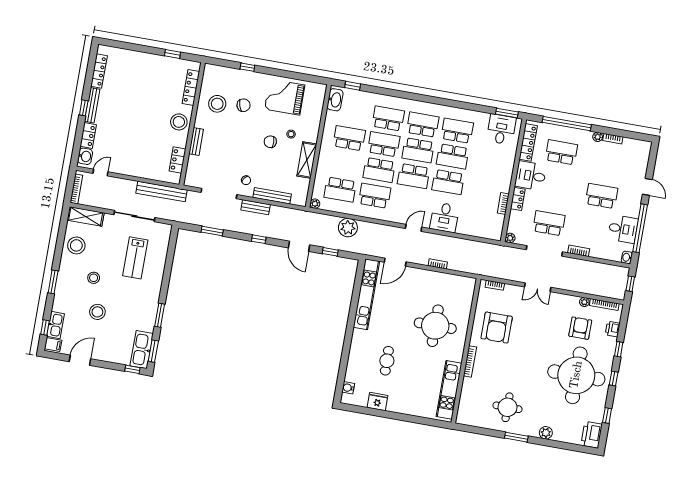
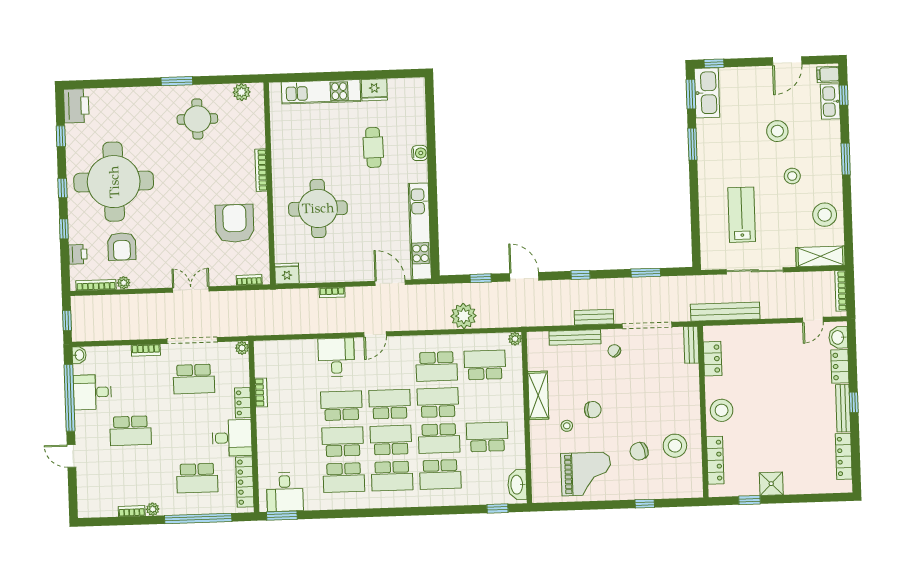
shower: (155, 62) -> (771, 484), added
school desk: (349, 138) -> (487, 437), turned 180
bench: (196, 141) -> (691, 345), moved
door: (395, 262) -> (390, 283), hinge flipped
fridge: (467, 284) -> (287, 274), added
water cooler: (348, 388) -> (420, 153), moved
kitchen unit: (449, 390) -> (321, 92), moved, turned 90
plant: (546, 433) -> (242, 92), moved

